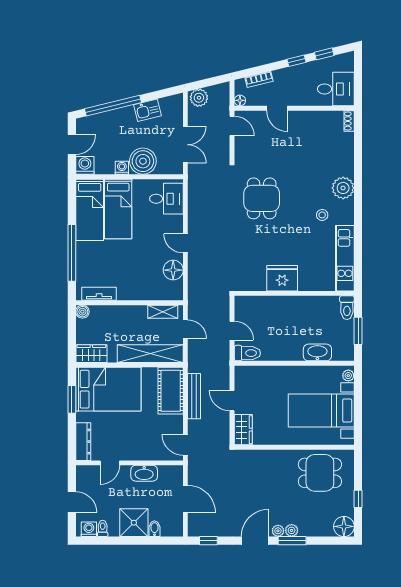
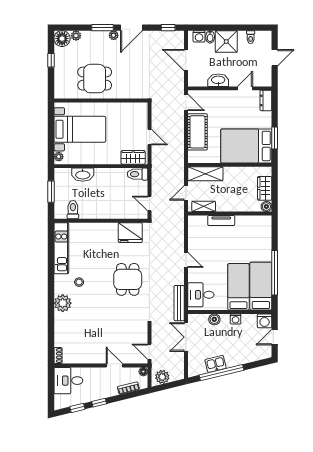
plant: (199, 98) -> (162, 377), moved
window: (113, 106) -> (222, 373), moved
boiler: (143, 161) -> (214, 319), width x0.54, depth x0.54
dining table: (262, 198) -> (128, 279), moved
window: (72, 253) -> (275, 273), moved
floor lamp: (173, 270) -> (195, 239), removed
fridge: (282, 278) -> (130, 233), moved
tv unit: (99, 294) -> (221, 220), moved
toilet: (347, 308) -> (73, 210), moved
door: (185, 329) -> (186, 193), hinge flipped
door: (232, 331) -> (149, 204), moved
wardrobe: (91, 354) -> (265, 188), moved, turned 90
shelving: (150, 354) -> (205, 174), width x0.68
cot: (171, 391) -> (197, 132), moved
bench: (194, 396) -> (179, 303), moved
wardrobe: (243, 430) -> (133, 157), moved, turned 90
dresser: (83, 442) -> (266, 100), width x0.70
dining table: (320, 473) -> (95, 79), moved
door: (72, 502) -> (275, 58), swing flipped
washing machine: (89, 529) -> (199, 36), moved
plant: (292, 530) -> (76, 36), moved

